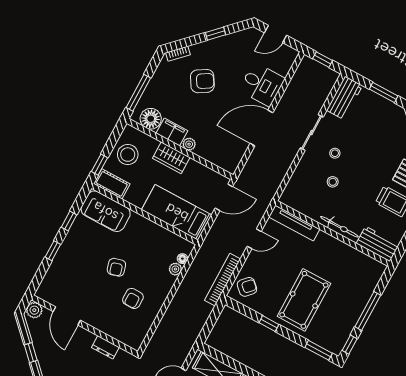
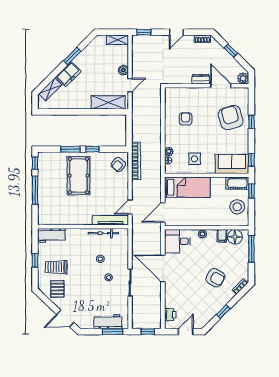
printer: (283, 66) -> (170, 315), added
armchair: (202, 81) -> (215, 278), turned -120
desk: (262, 84) -> (177, 241), moved
window: (384, 93) -> (112, 332), moved
workbench: (344, 98) -> (108, 322), moved, turned 90
door: (261, 128) -> (163, 268), swing flipped
filing cabinet: (172, 132) -> (222, 236), width x0.50
wardrobe: (171, 158) -> (209, 219), removed
window: (69, 221) -> (251, 160), moved
bicycle: (339, 227) -> (103, 233), moved
door: (254, 239) -> (130, 207), moved
side table: (149, 243) -> (194, 159), added
armchair: (116, 267) -> (231, 118), moved, width x1.88, depth x1.88
dresser: (105, 347) -> (201, 79), moved
window: (319, 350) -> (70, 149), moved

